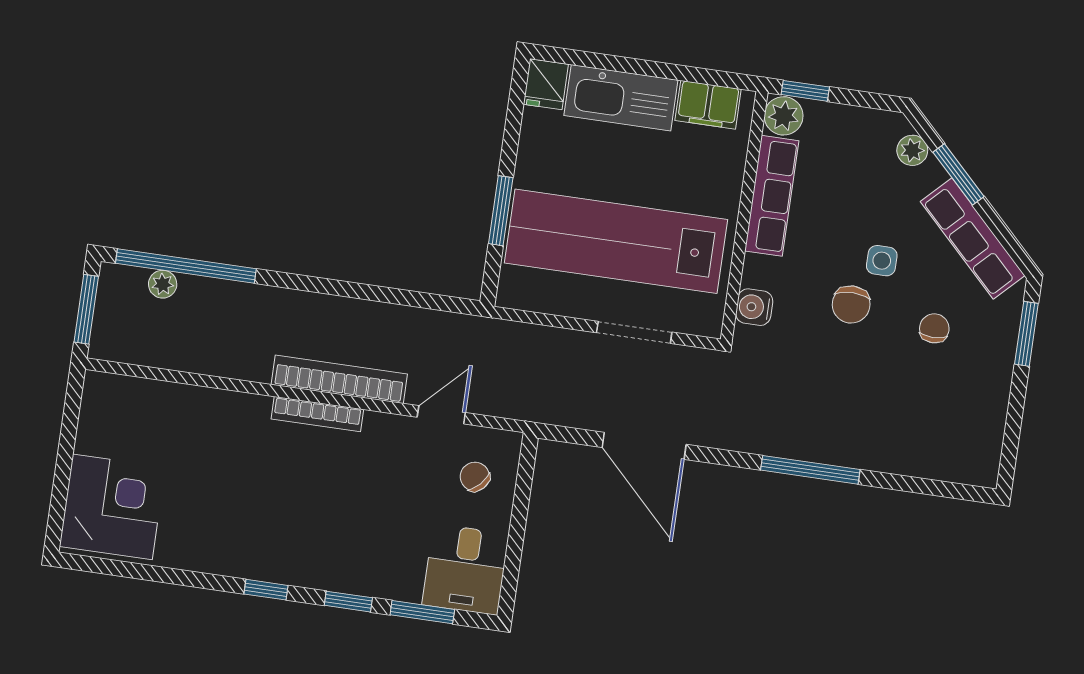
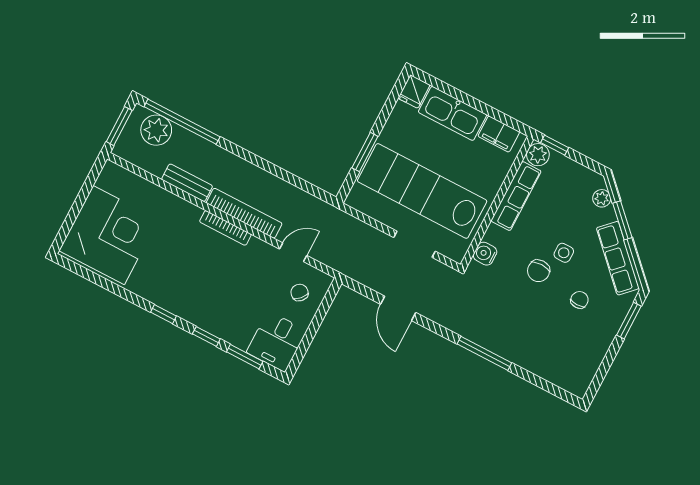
plant: (163, 284) -> (156, 130), width x1.87, depth x1.87
bench: (229, 363) -> (187, 183), added
door: (644, 446) -> (398, 308), width x0.73
corner desk: (112, 507) -> (109, 235), width x1.36, depth x1.36

